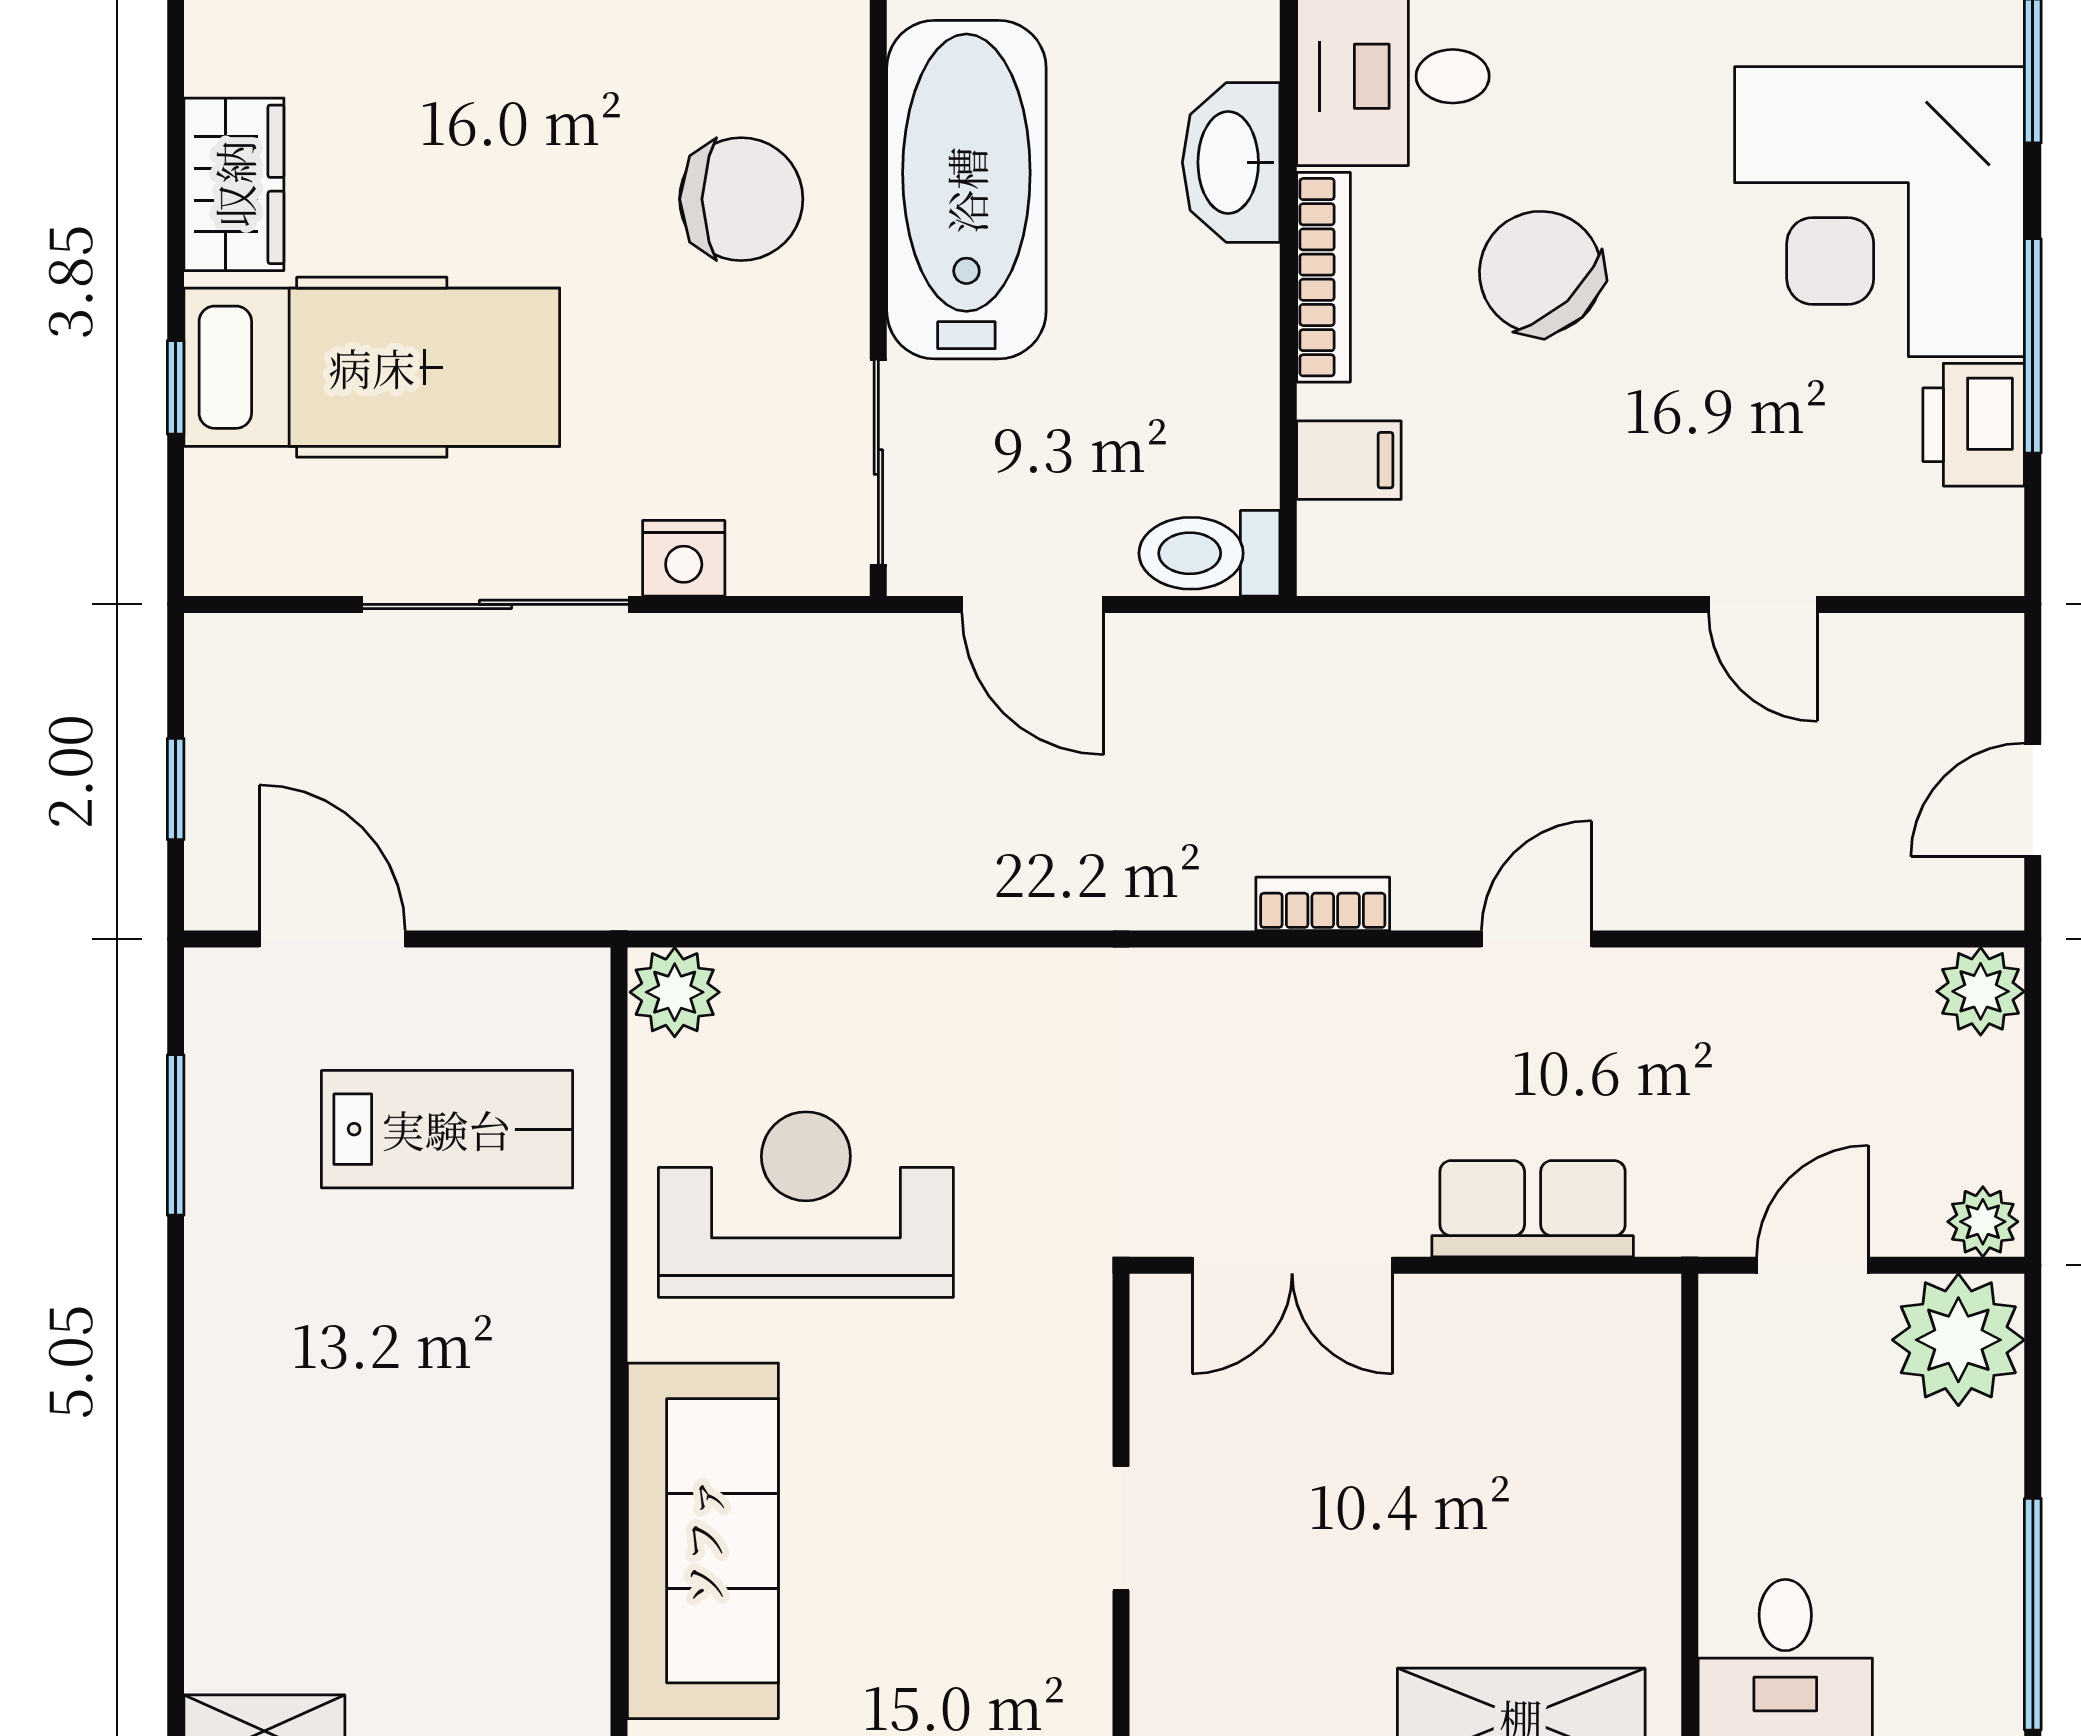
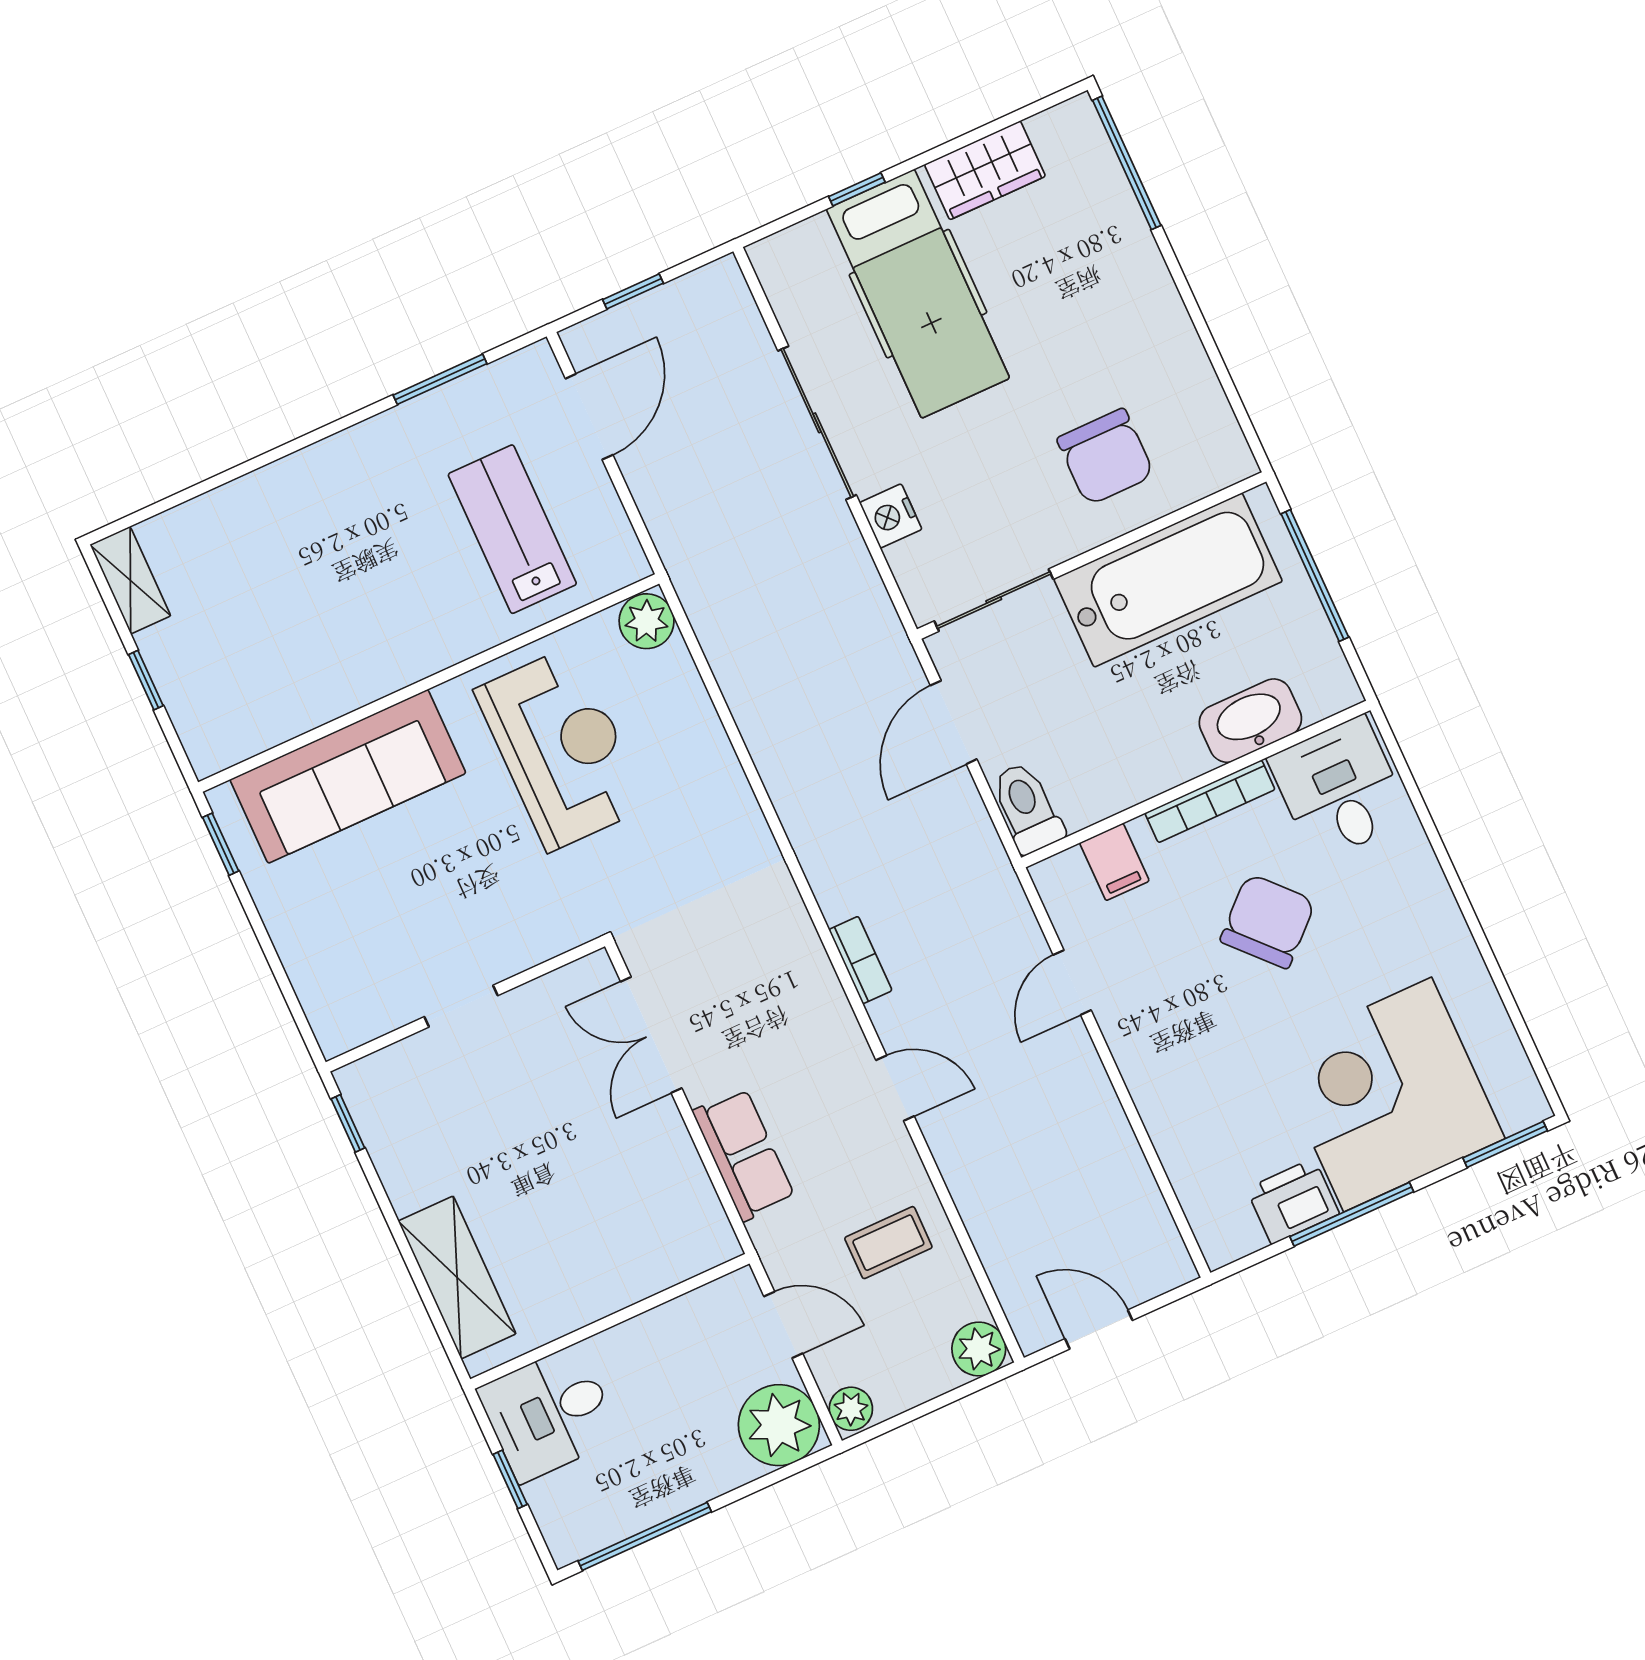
door: (1763, 604) -> (1072, 982), moved
coffee table: (1761, 1053) -> (888, 1243), added
lab bench: (447, 1129) -> (512, 529), turned 180

